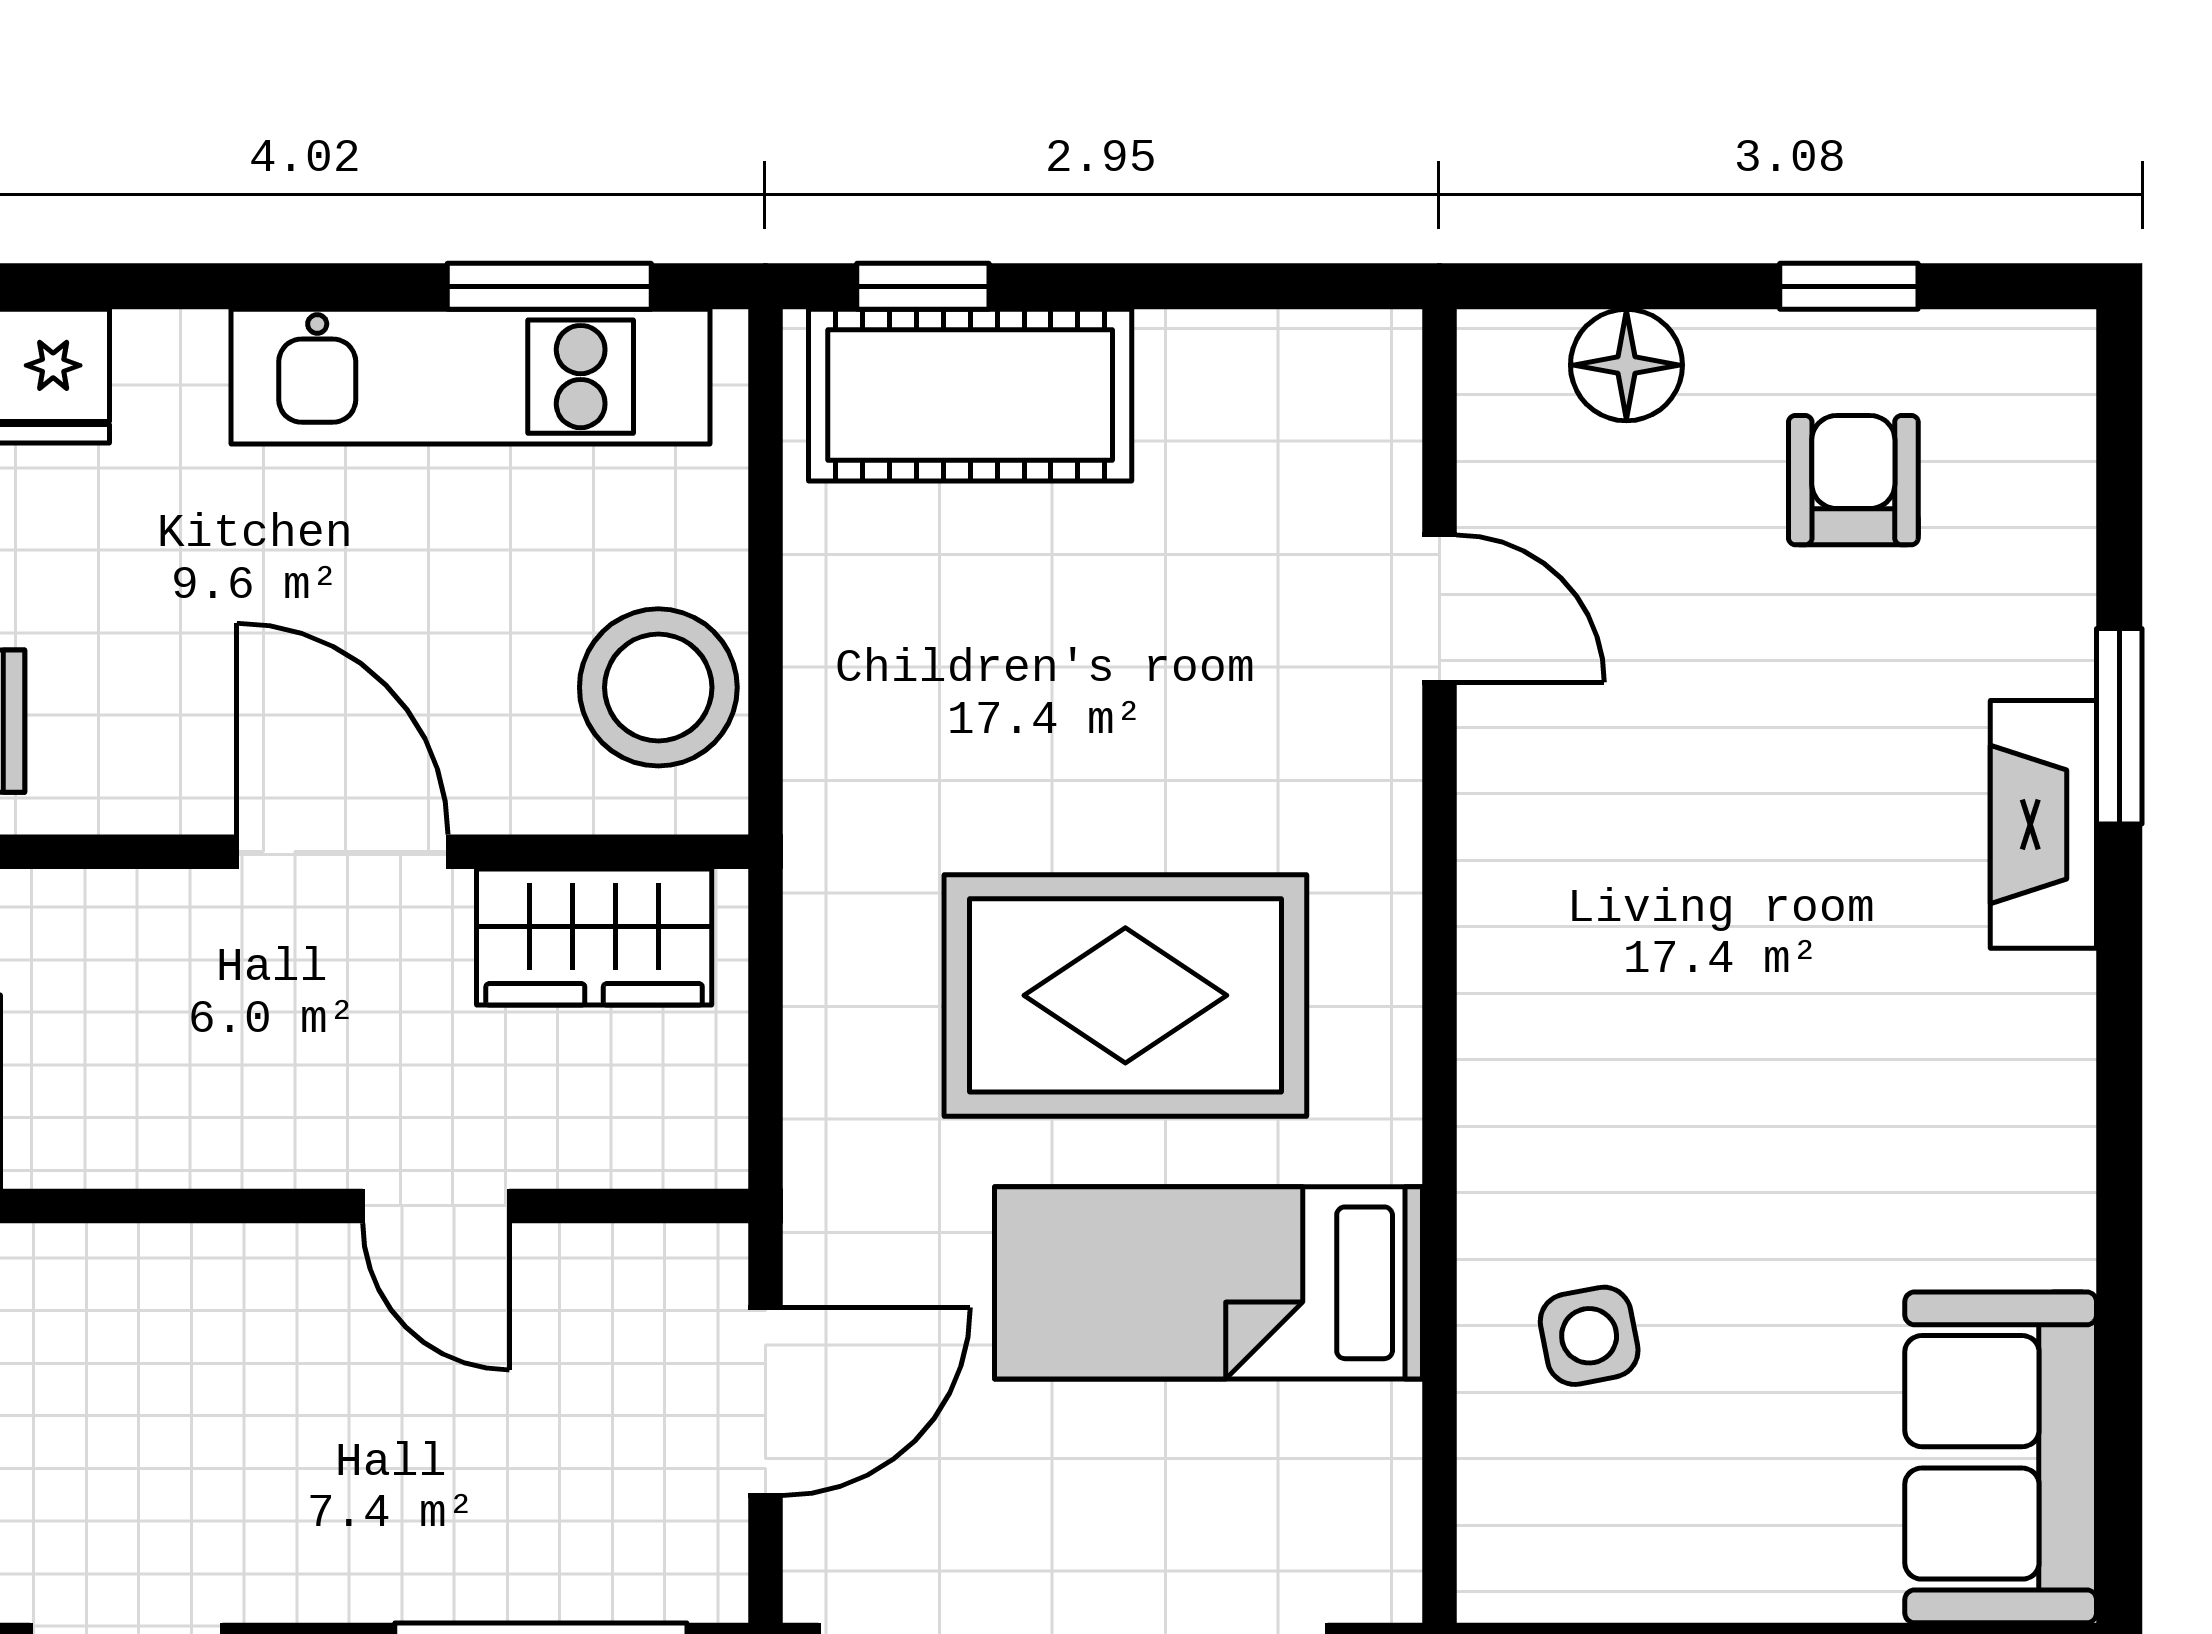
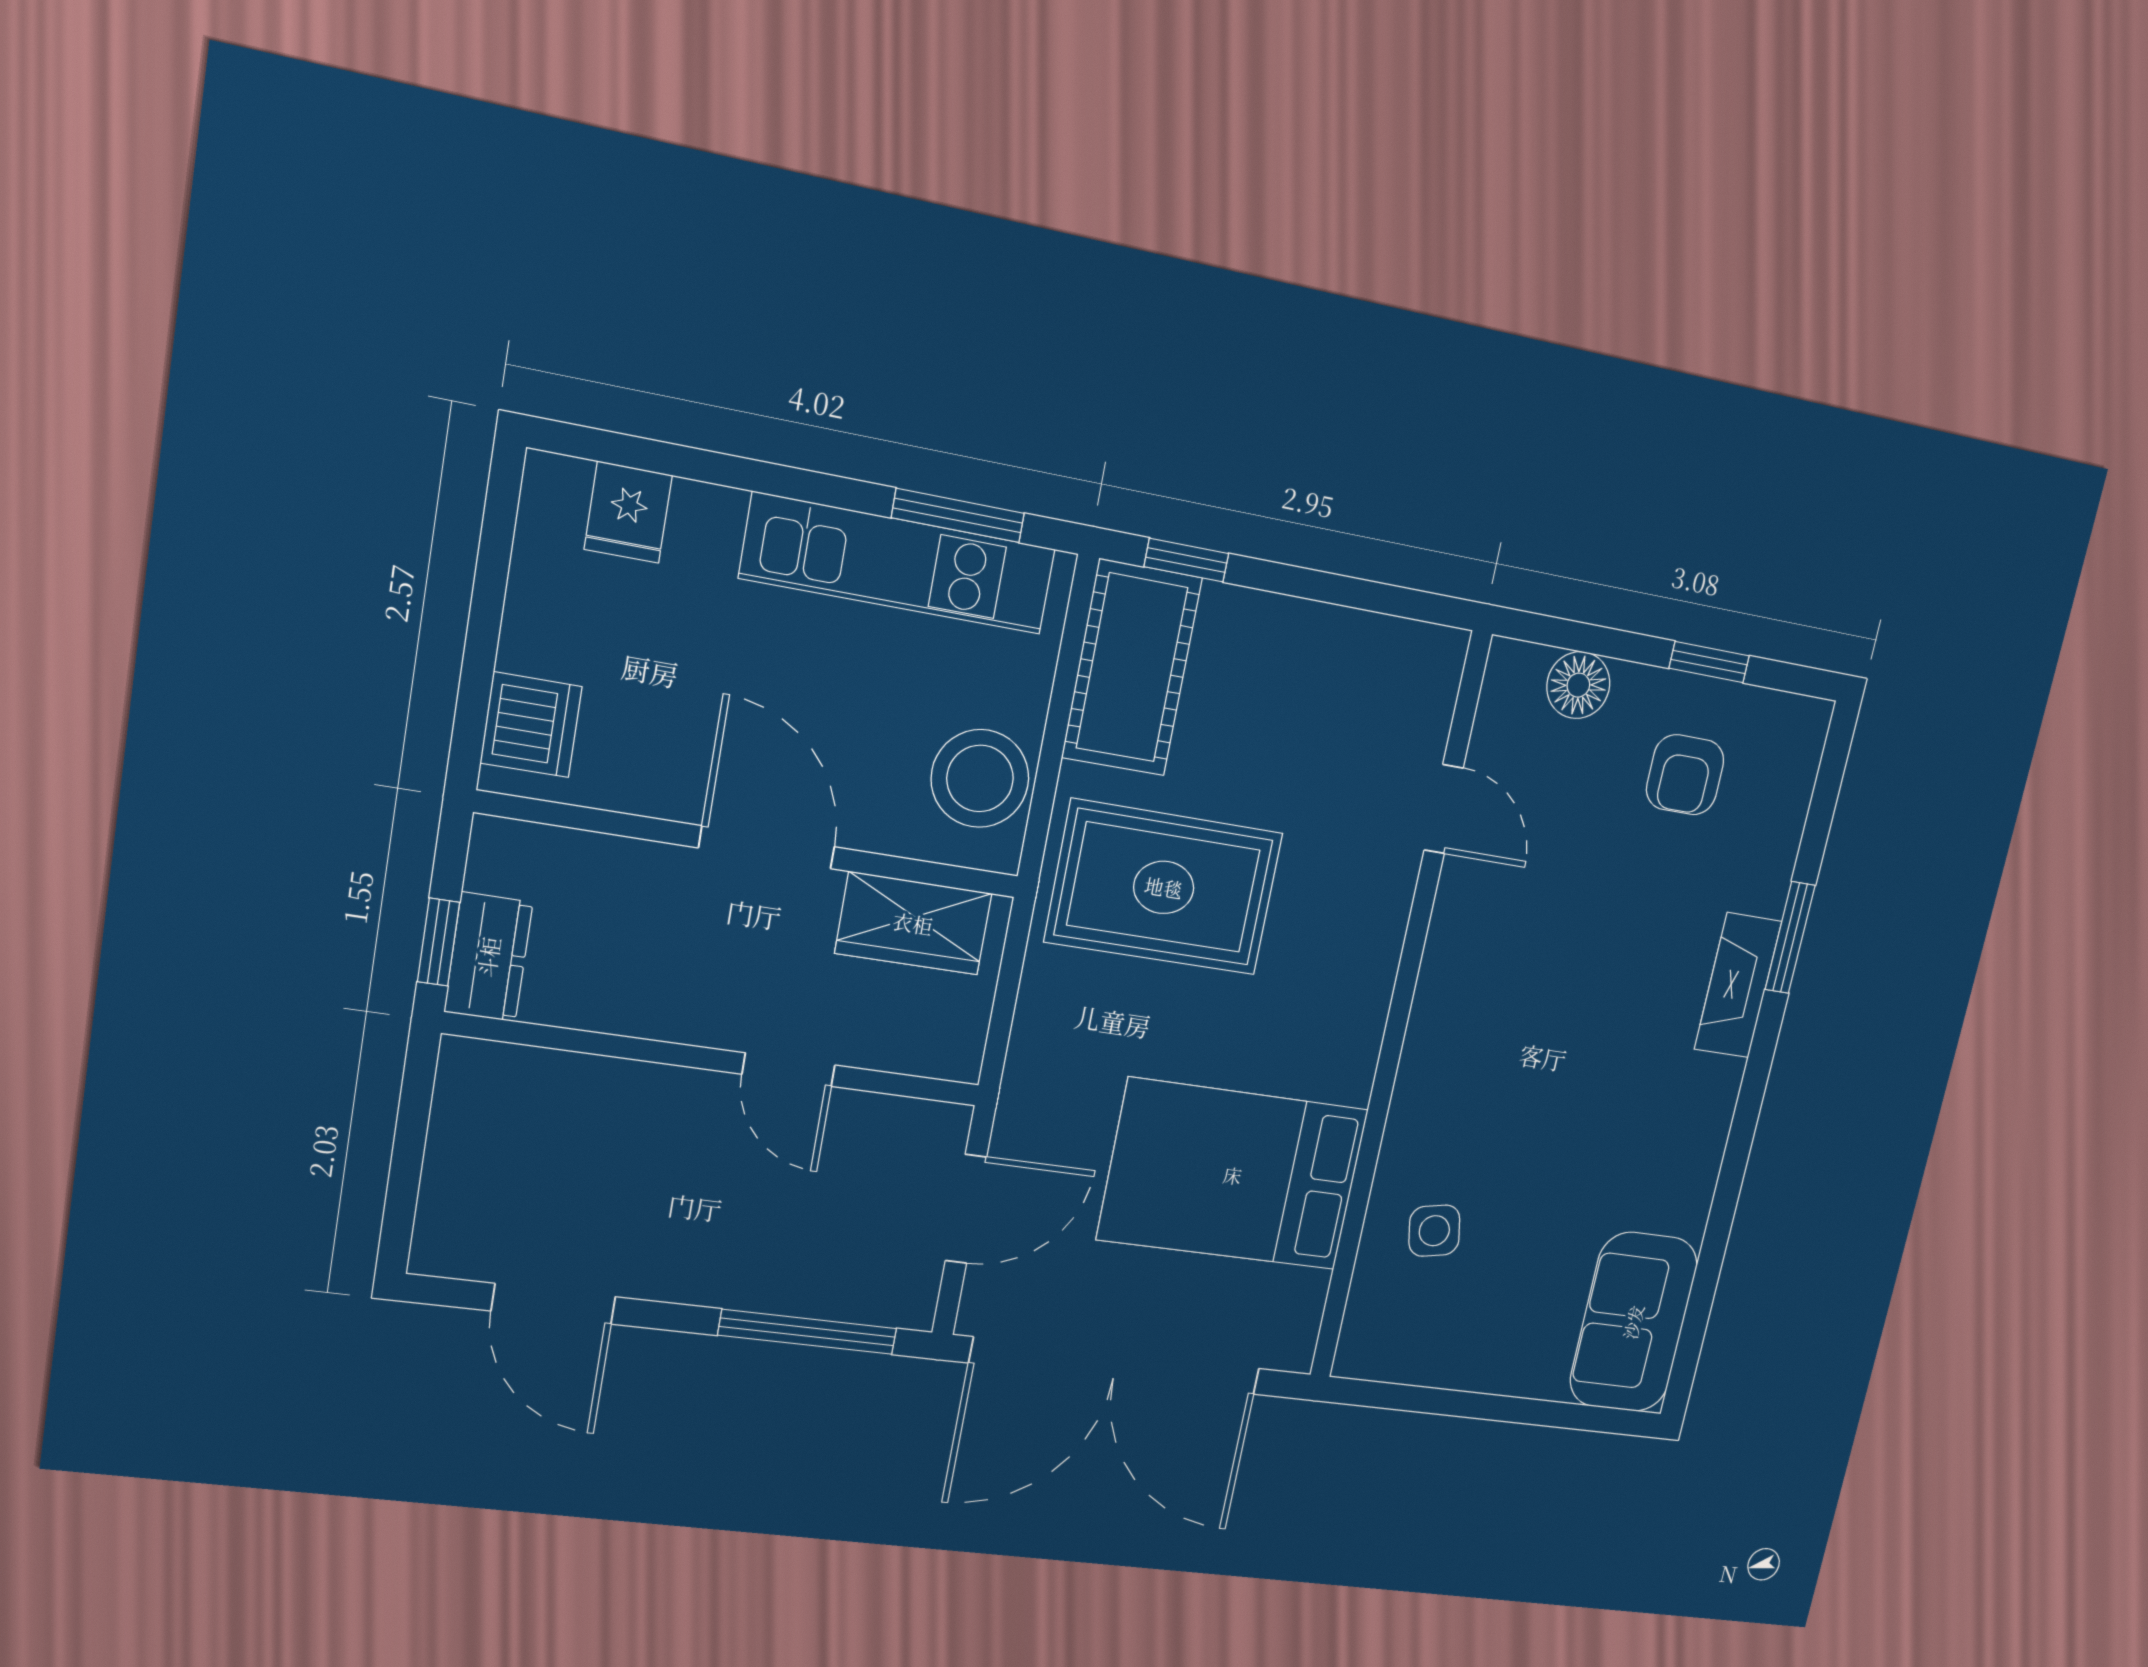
cot: (970, 395) -> (1132, 668), moved, turned 90
armchair: (1853, 480) -> (1685, 775), turned 180
rug: (1125, 995) -> (1164, 887), moved
bed: (1208, 1283) -> (1233, 1175), width x1.50

